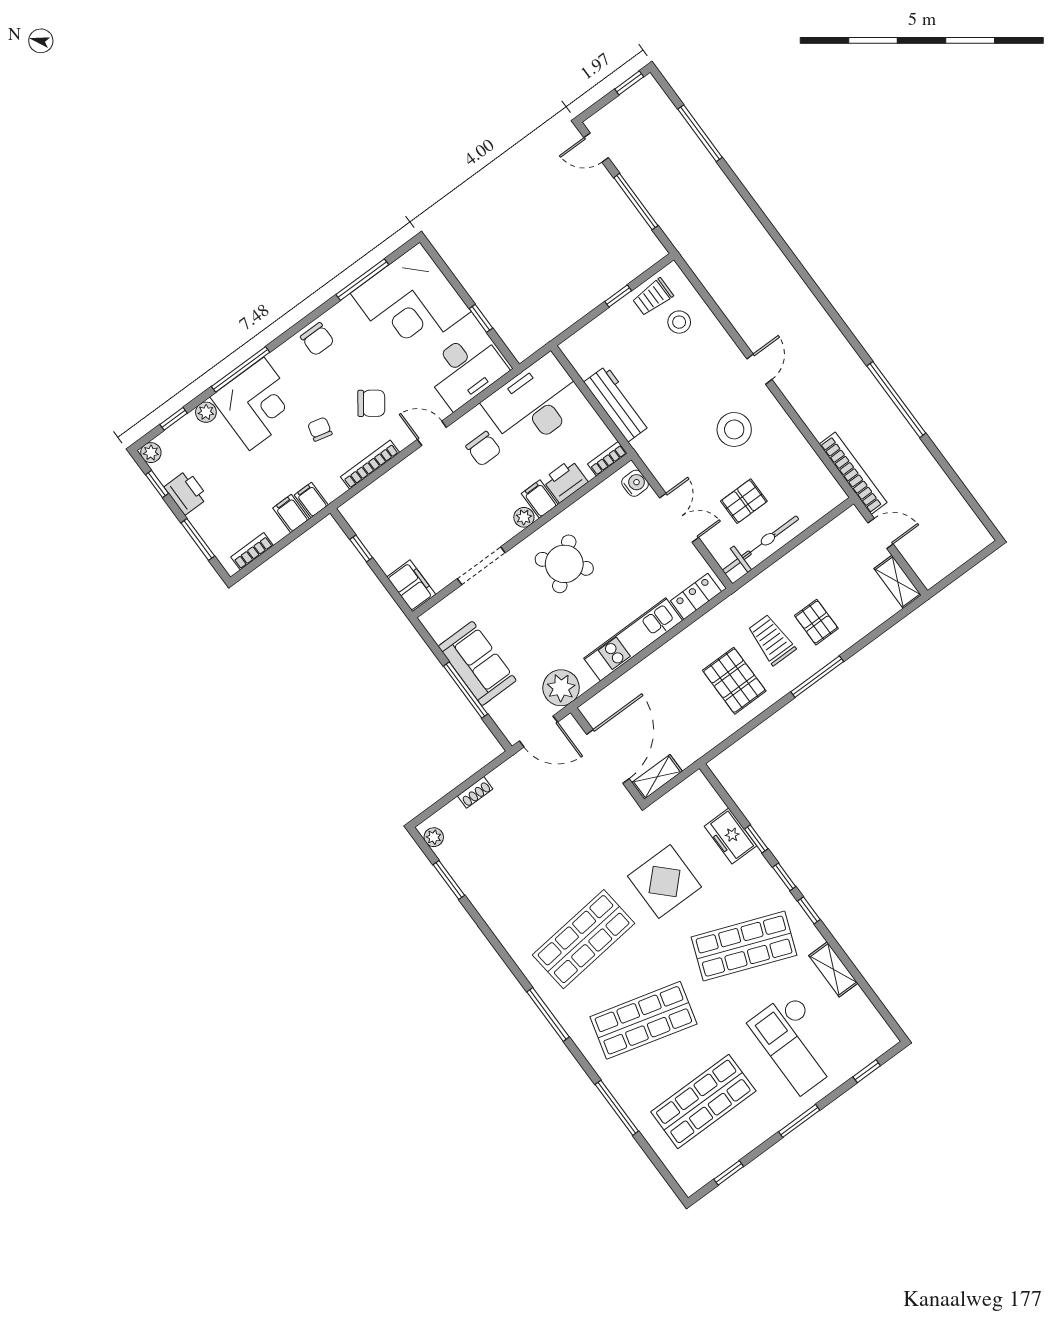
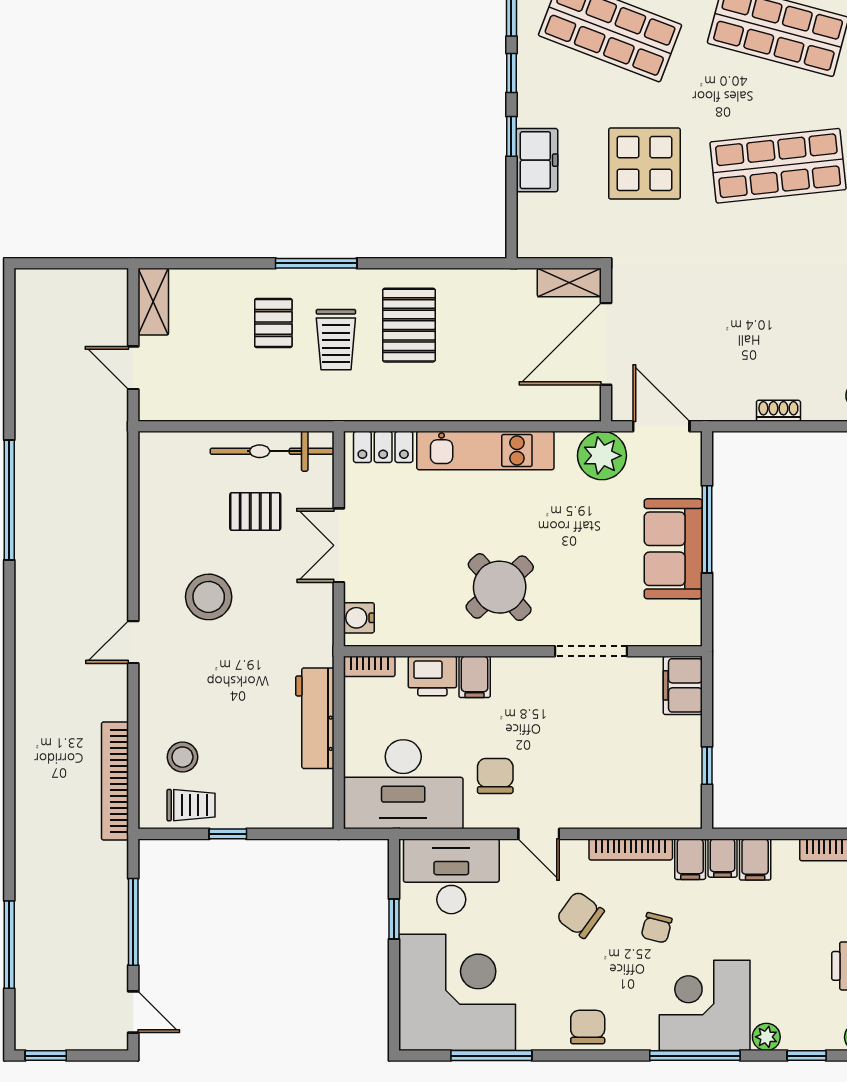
bookcase: (853, 473) -> (115, 781), moved
filing cabinet: (330, 485) -> (690, 859), added
plant: (524, 517) -> (506, 670), removed

